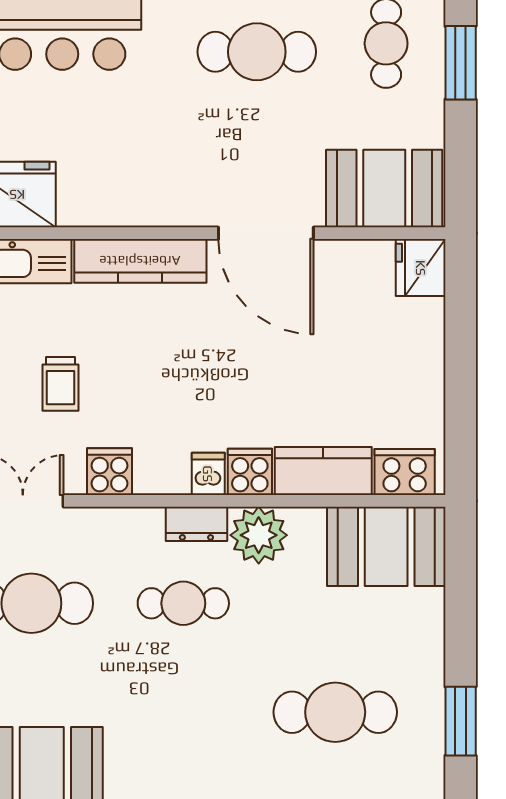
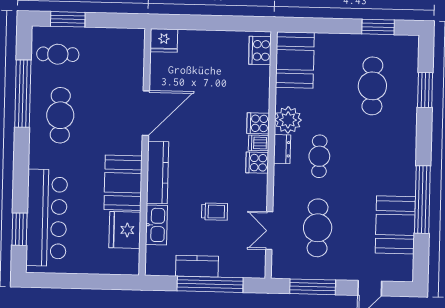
booth: (384, 189) -> (123, 183), moved
kitchen counter: (323, 471) -> (259, 89), removed
cooker: (109, 472) -> (257, 163), moved

